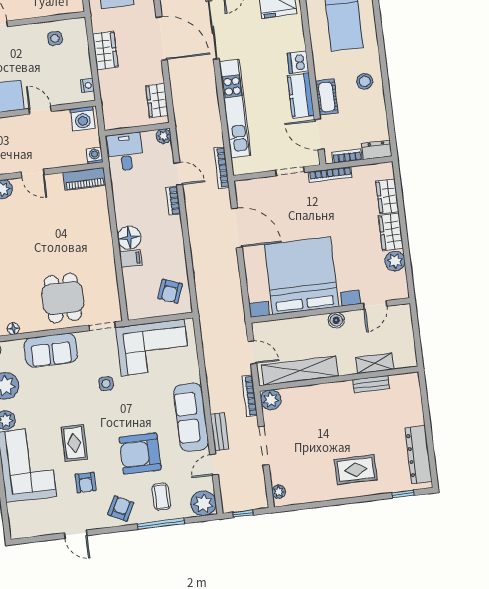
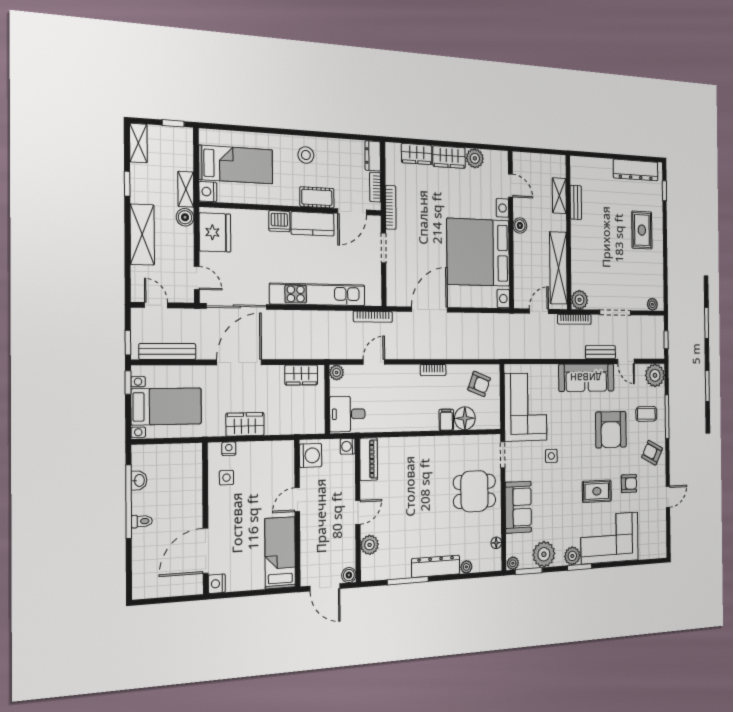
nightstand: (87, 85) -> (229, 449), moved
bookcase: (173, 201) -> (433, 370), moved
floor lamp: (129, 238) -> (465, 418), moved

